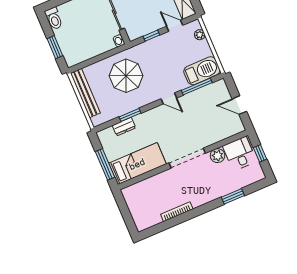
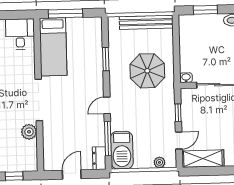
dresser: (124, 127) -> (99, 158), moved
desk: (240, 154) -> (20, 34), moved, turned -90

